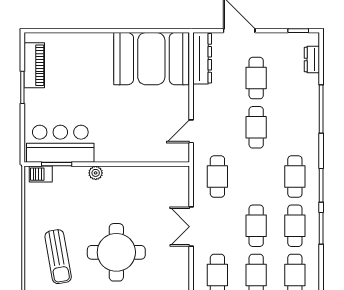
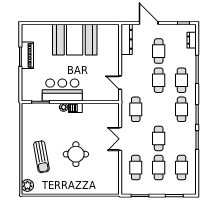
booth: (151, 59) -> (75, 40), moved
piano: (34, 65) -> (27, 55), moved
door: (191, 131) -> (120, 83), hinge flipped
bar counter: (60, 144) -> (62, 90), moved
barbecue: (41, 174) -> (75, 108), moved
cafe table: (295, 226) -> (182, 80), moved
round table: (116, 252) -> (76, 154), width x0.73, depth x0.73

